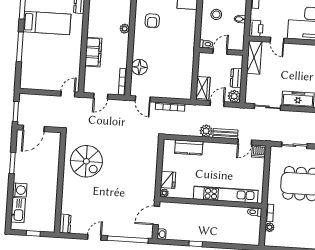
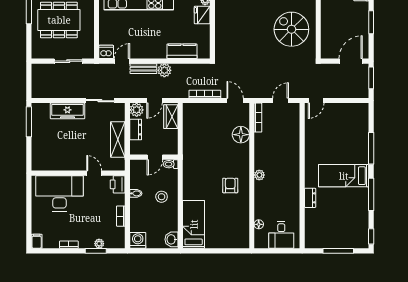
filing cabinet: (93, 52) -> (292, 147), removed
shelving: (254, 57) -> (118, 139), moved

